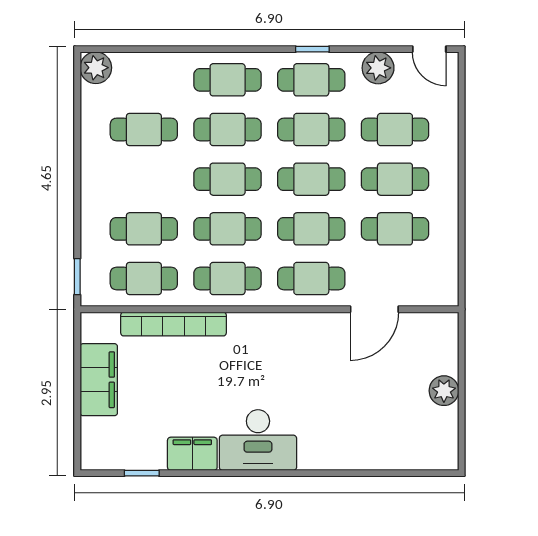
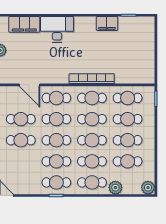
plant: (378, 68) -> (115, 188), moved
cafe table: (395, 129) -> (128, 140), moved
door: (374, 309) -> (30, 85), swing flipped
bookcase: (173, 324) -> (92, 79), moved
filing cabinet: (99, 380) -> (24, 24), moved, turned -90
desk: (258, 440) -> (57, 29), moved

